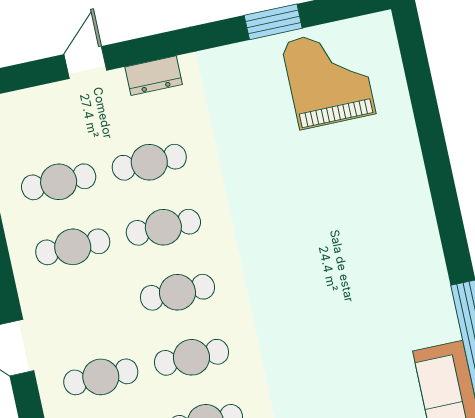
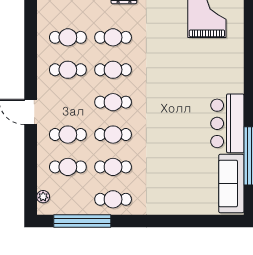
bar counter: (416, 285) -> (227, 123), added

